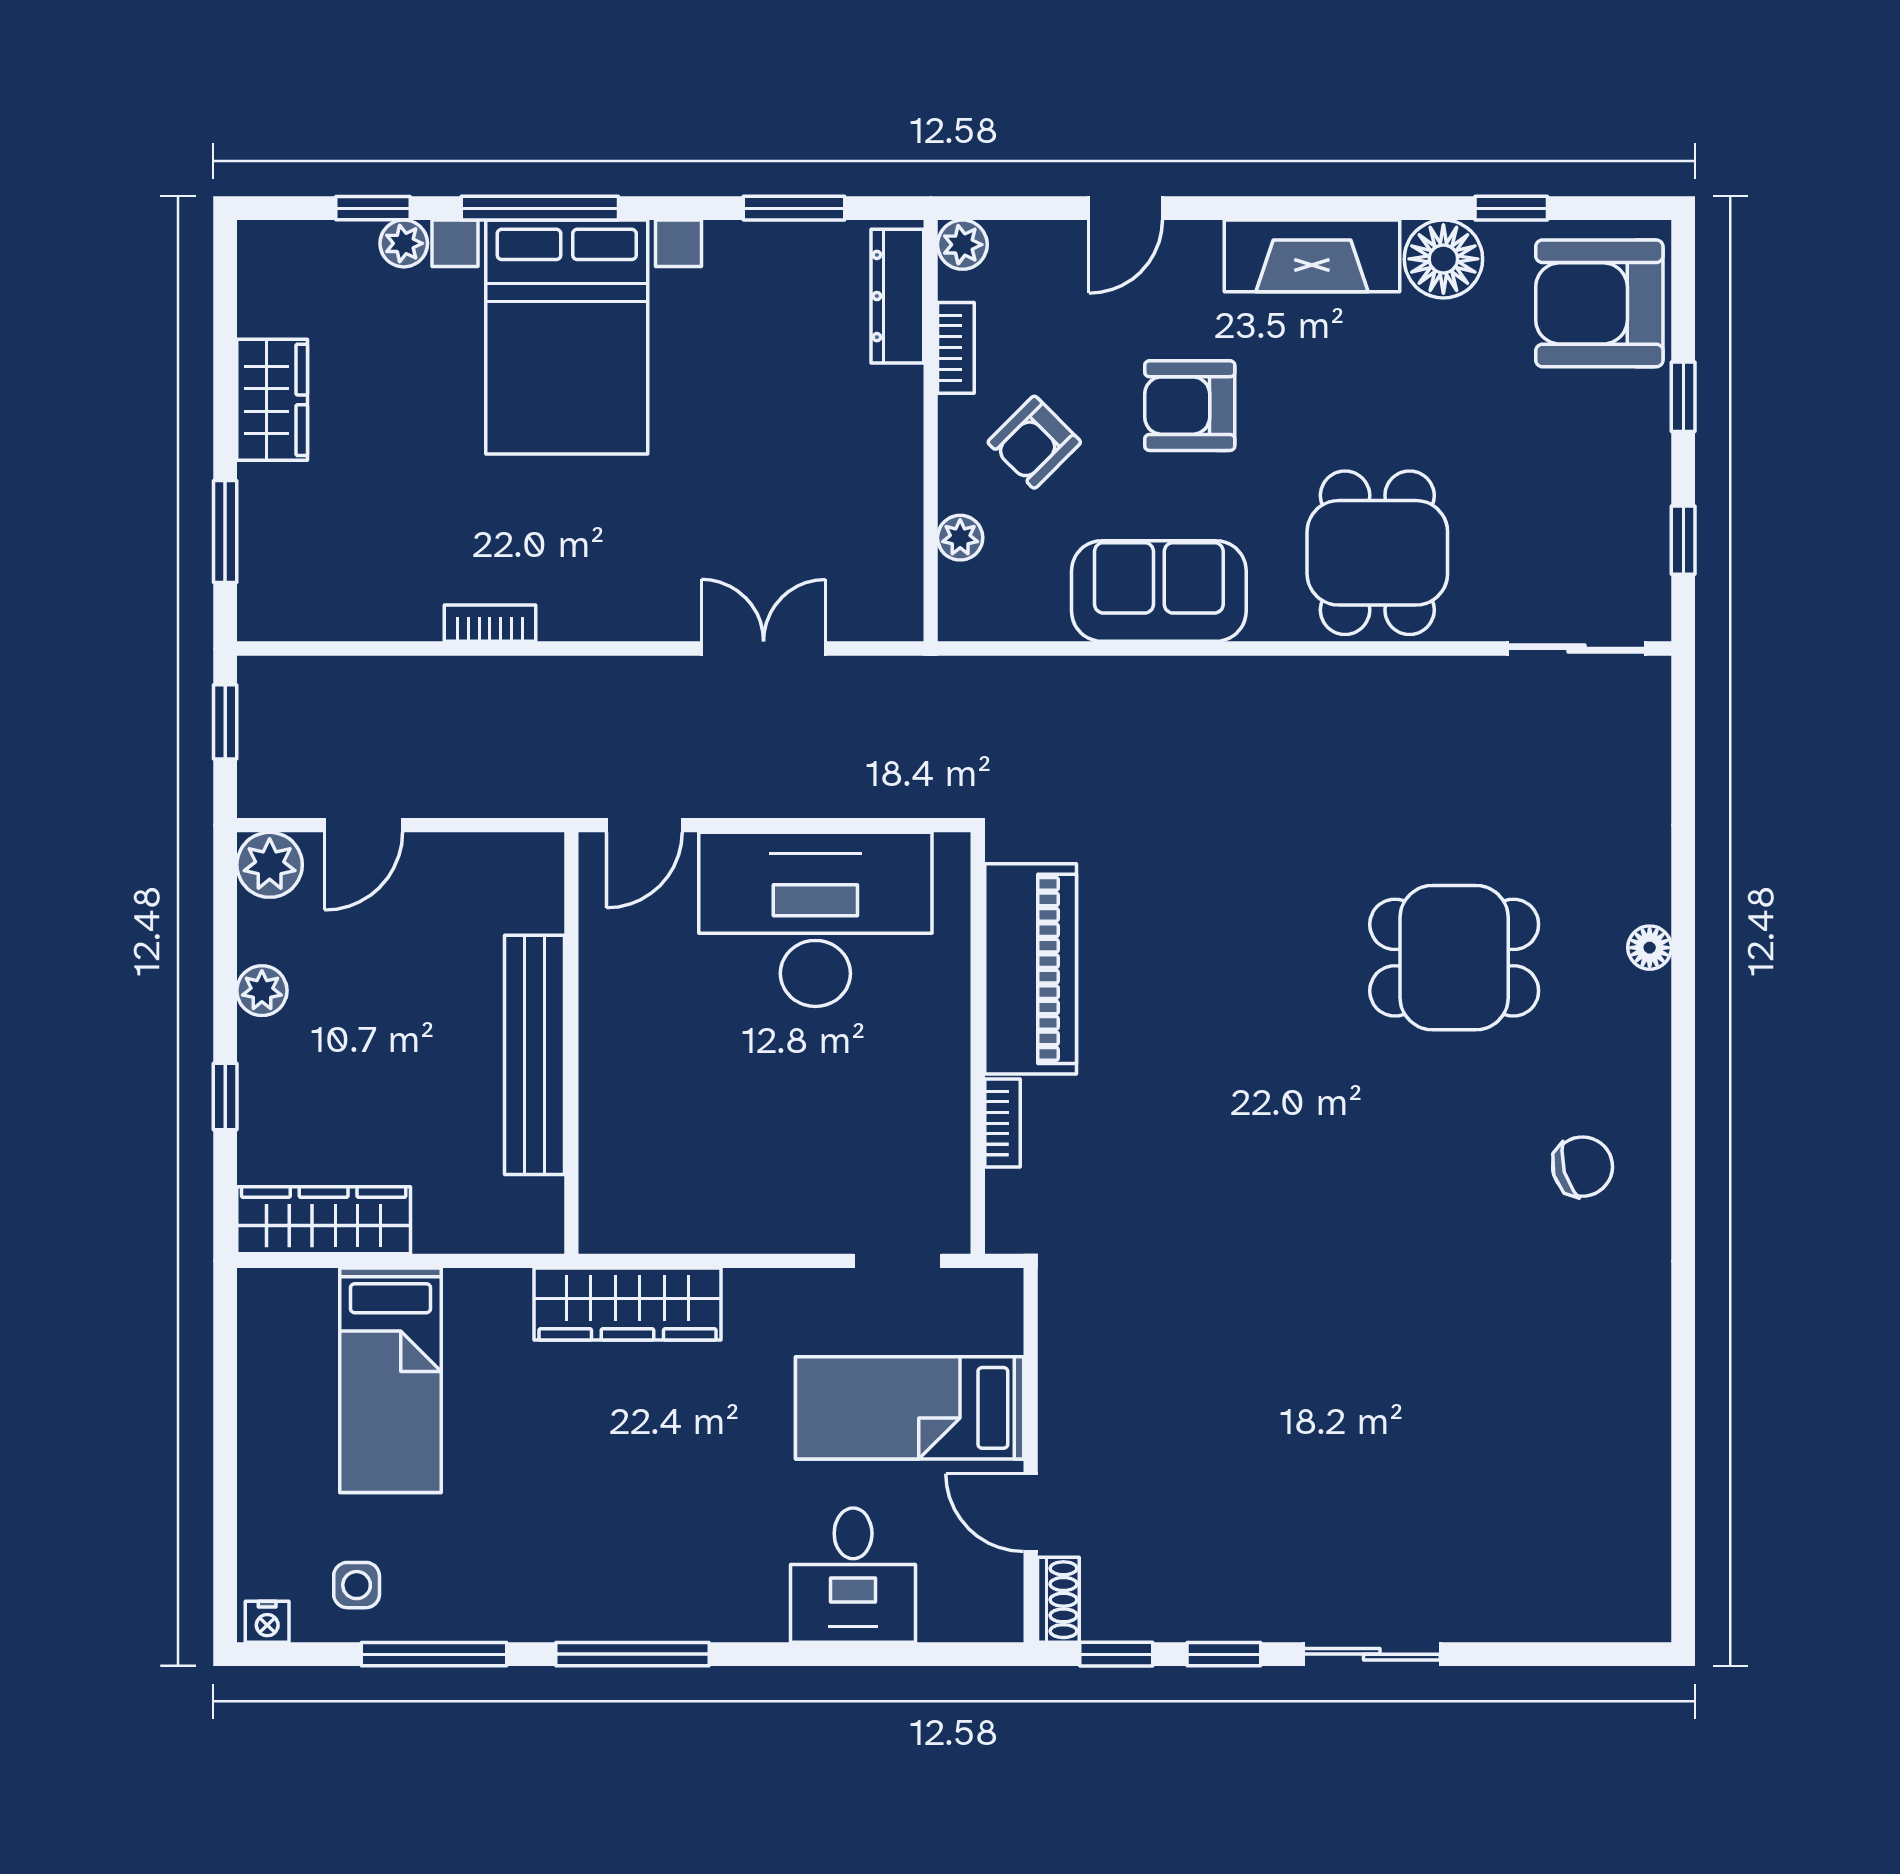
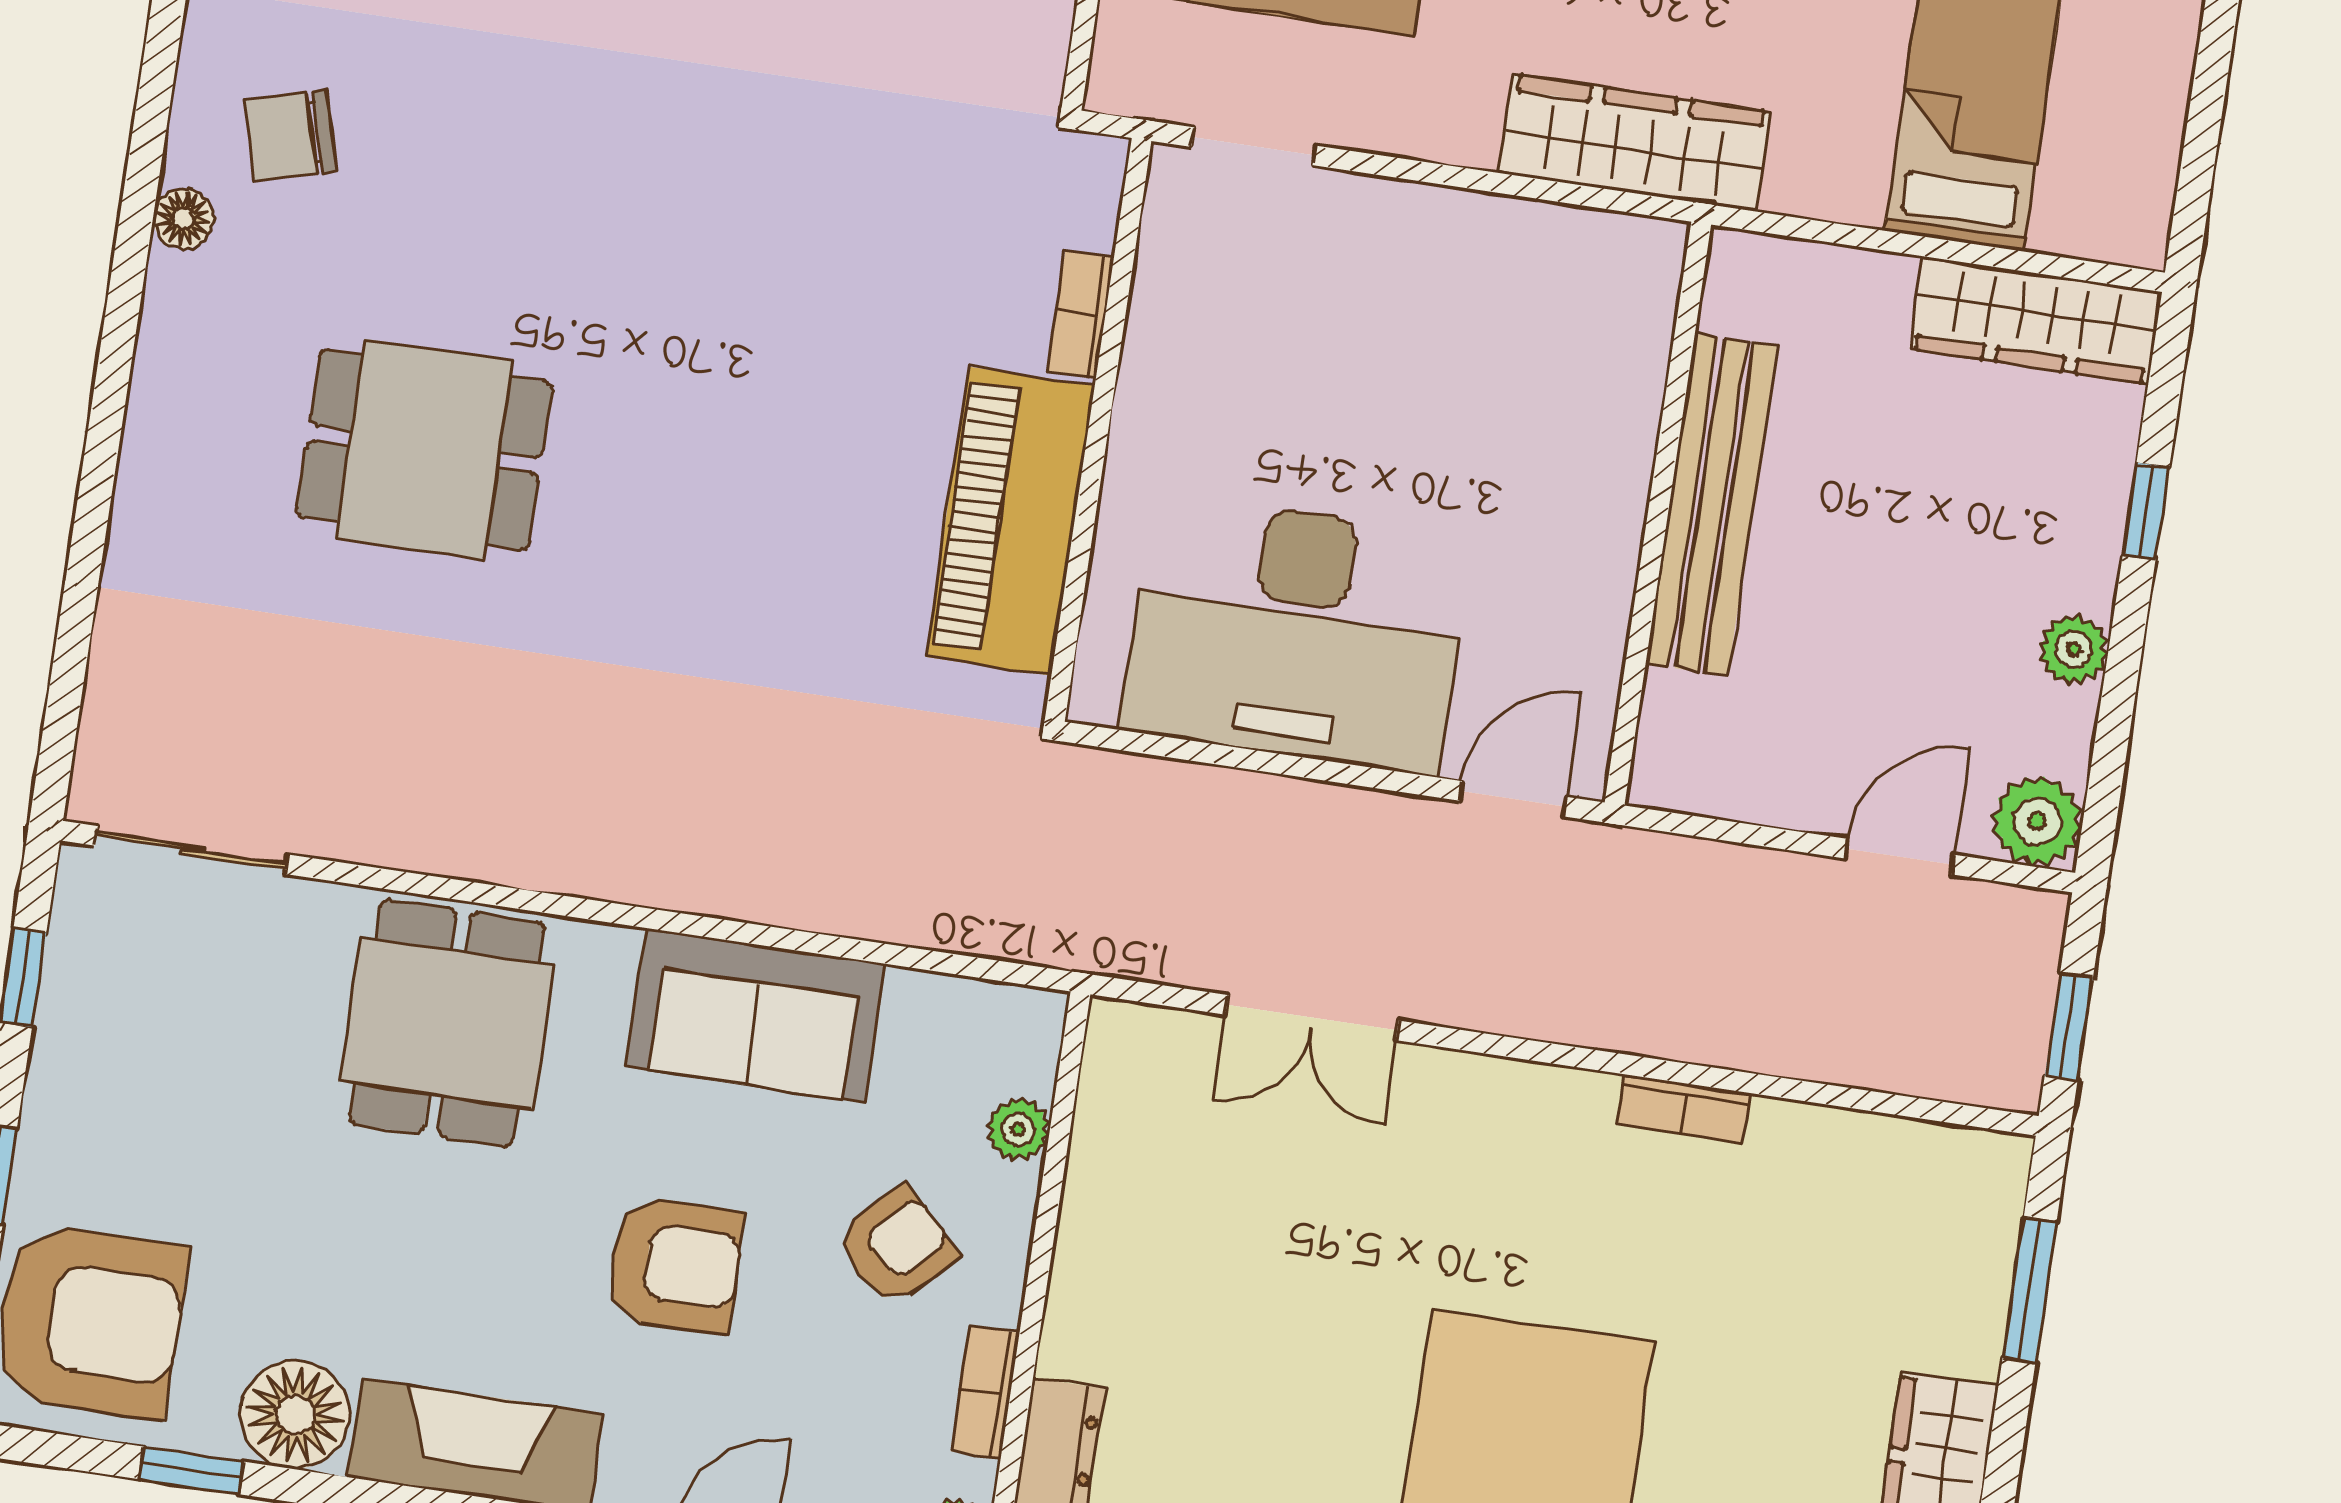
floor lamp: (1650, 948) -> (183, 218), moved

